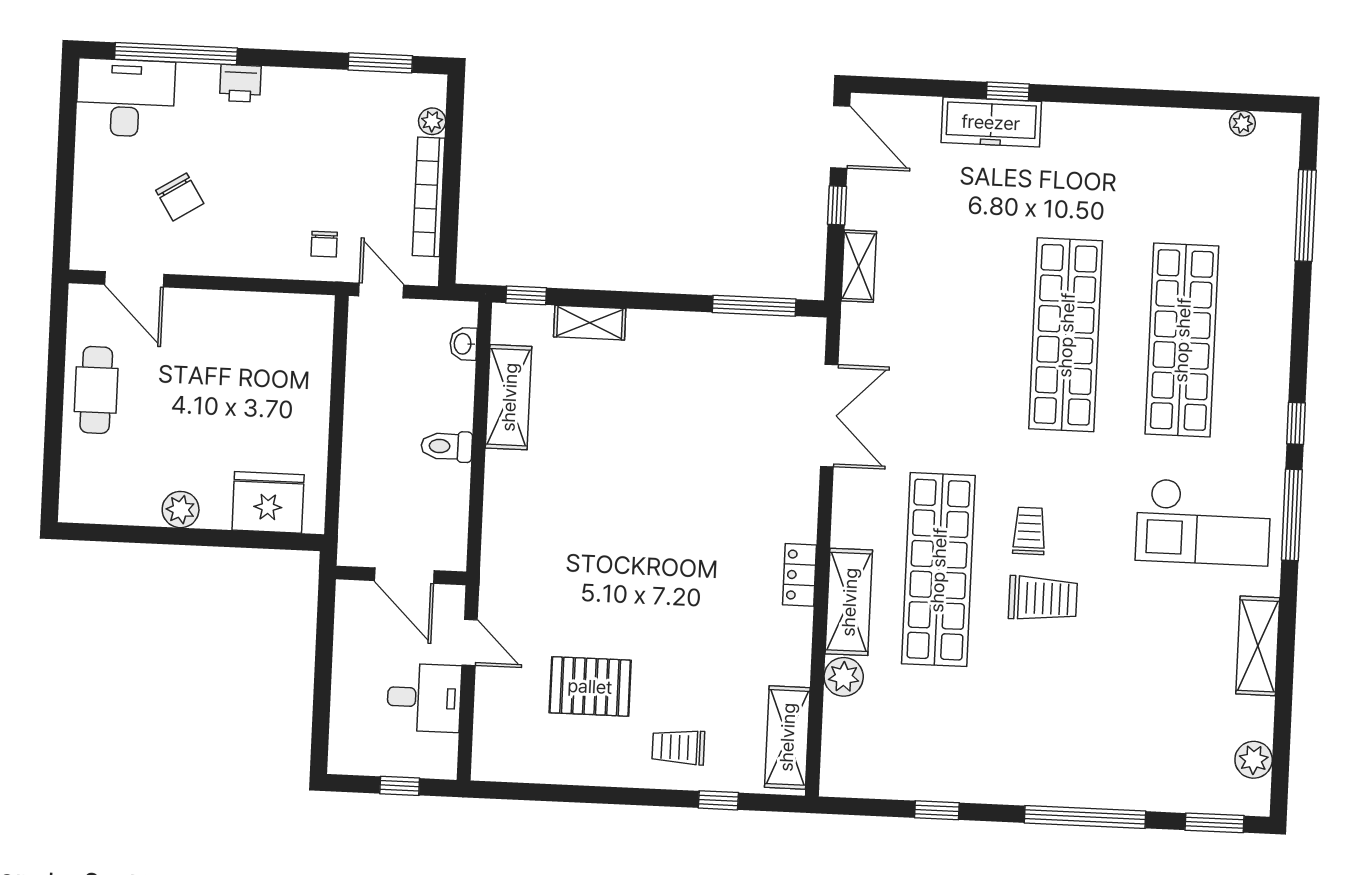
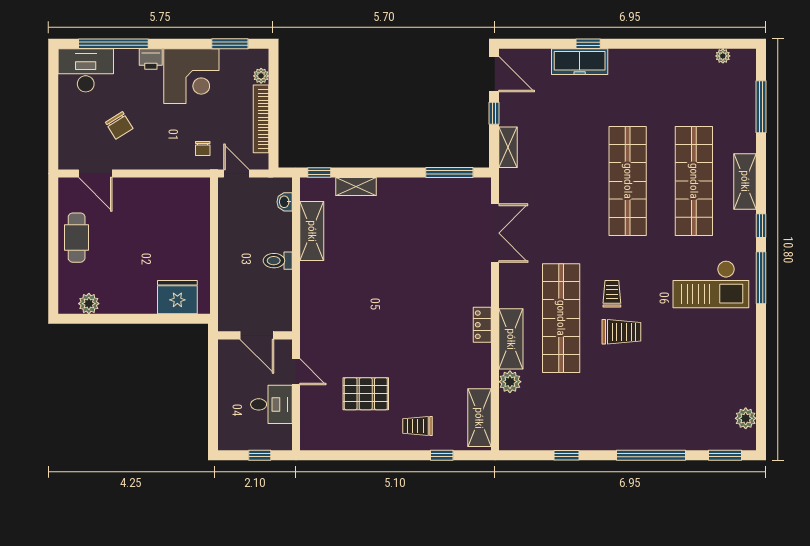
corner desk: (310, 116) -> (191, 76), added
plant: (181, 510) -> (89, 304), moved
shelving: (1258, 646) -> (745, 181), moved

